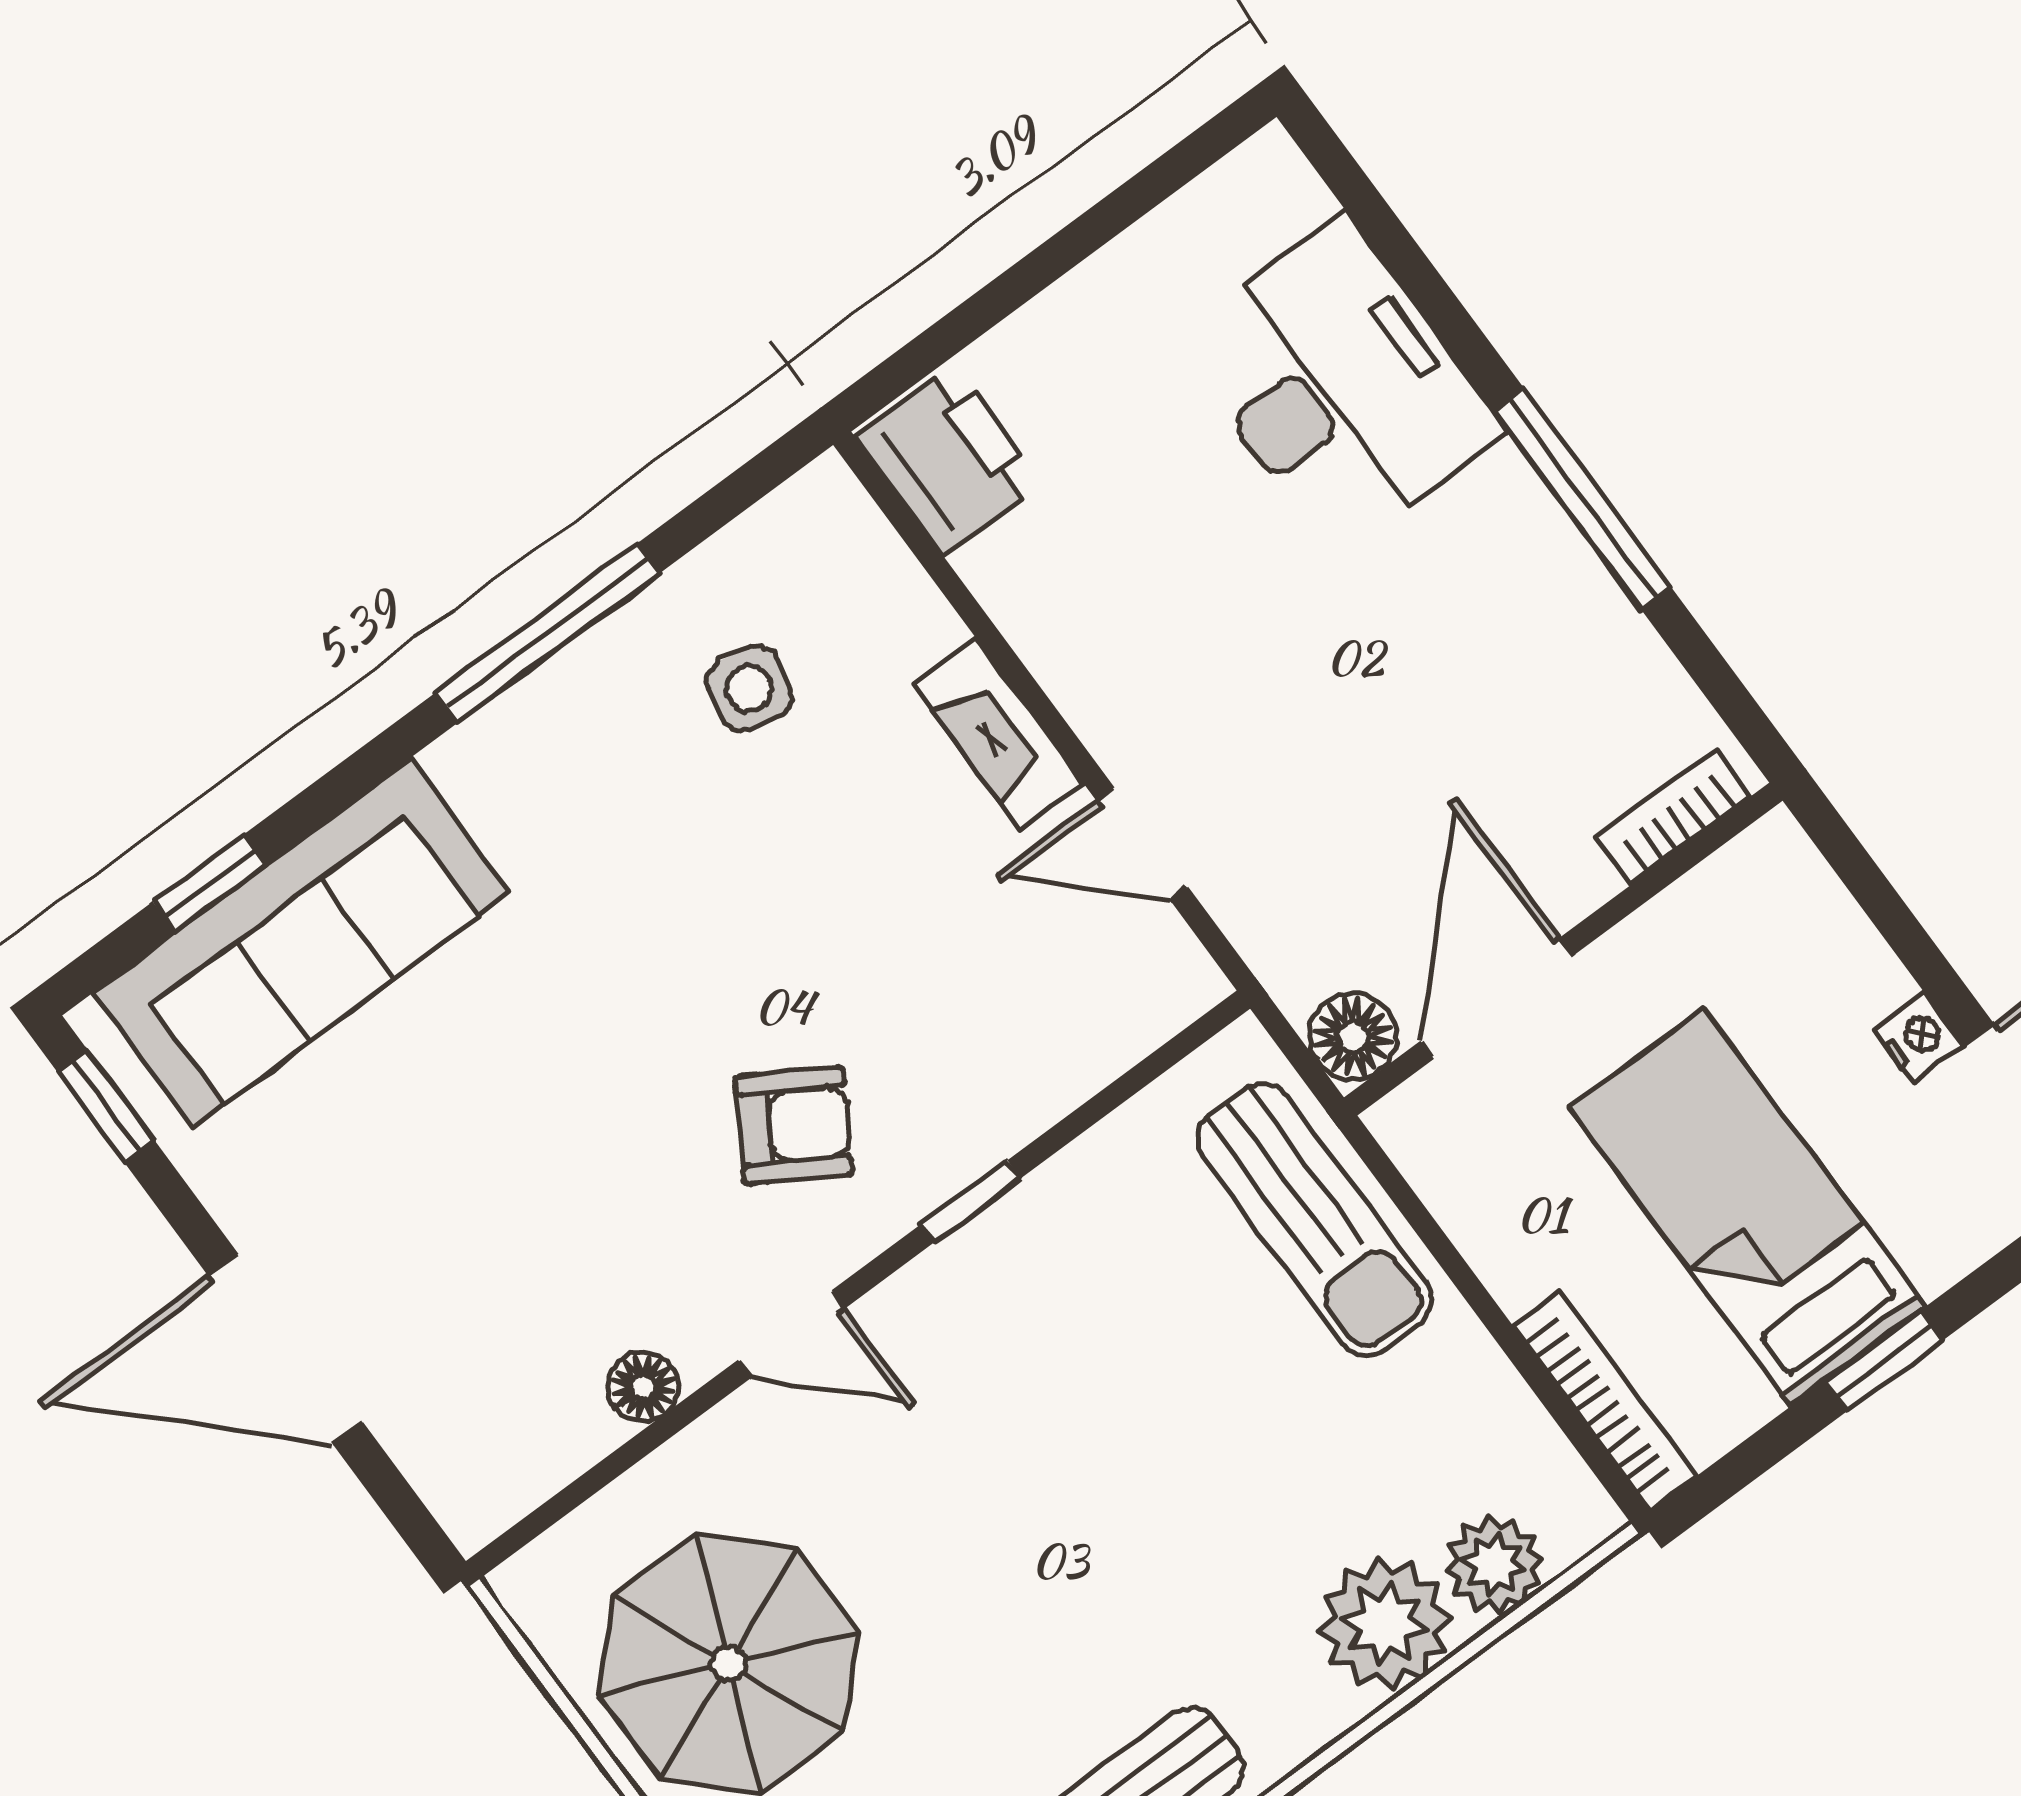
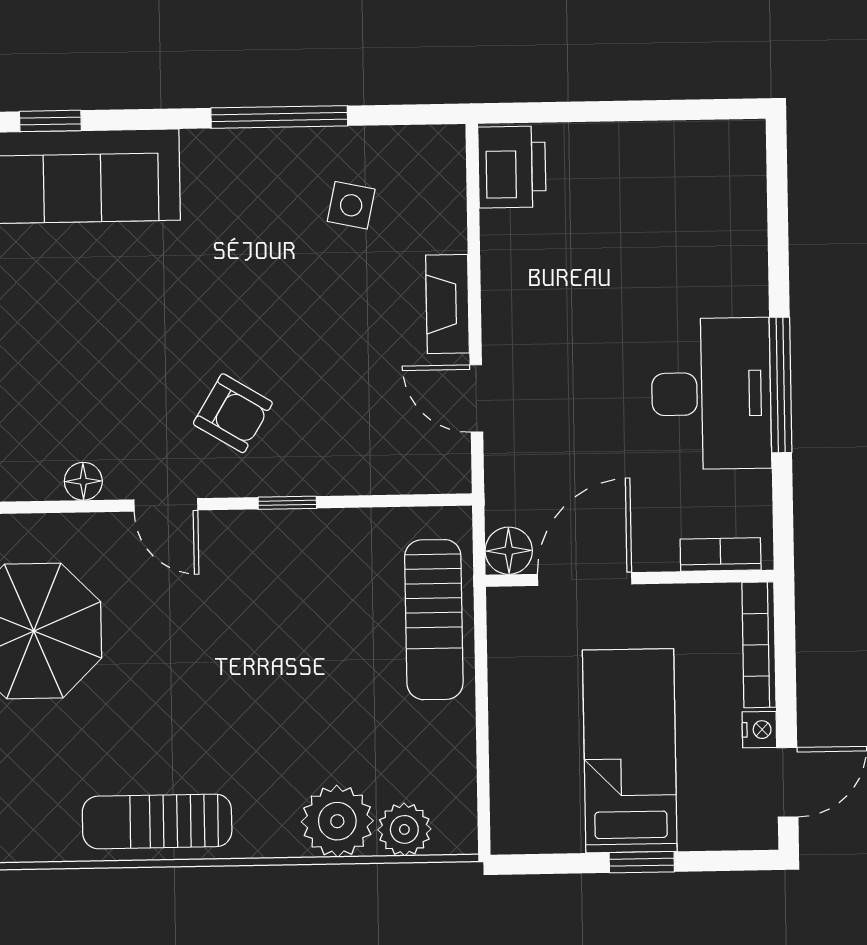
desk: (1340, 385) -> (711, 394), moved
bookcase: (1605, 1401) -> (759, 645), moved, turned 180

